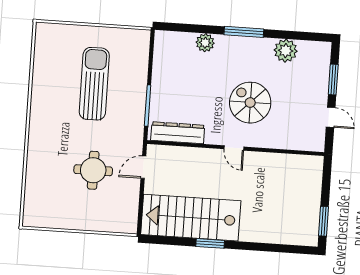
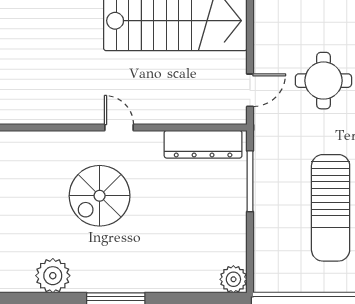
plant: (205, 43) -> (233, 279), moved
spiral stairs: (250, 103) -> (100, 196), turned 90

